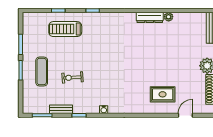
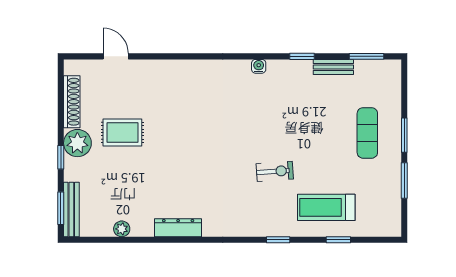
plant: (169, 17) -> (122, 229), moved
treadmill: (65, 29) -> (326, 207), turned 180
exercise bike: (72, 77) -> (275, 171), moved
rug: (163, 94) -> (122, 133), moved
door: (185, 115) -> (116, 56), swing flipped

